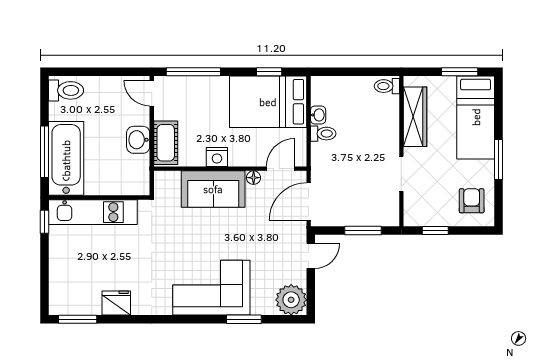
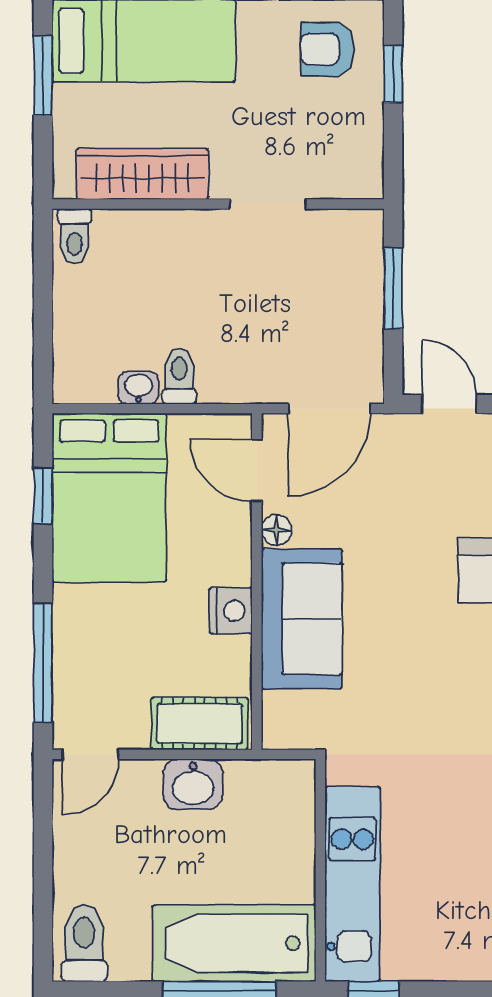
door: (309, 202) -> (329, 409), hinge flipped
window: (435, 231) -> (393, 74), moved

